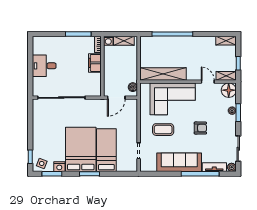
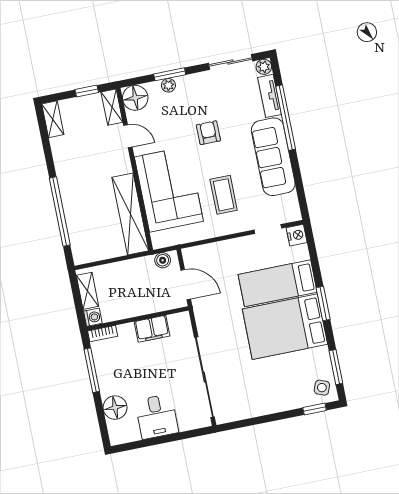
floor lamp: (54, 43) -> (115, 408), added
filing cabinet: (95, 63) -> (152, 329), moved
door: (208, 82) -> (128, 136), swing flipped
nightstand: (59, 167) -> (297, 235), moved

